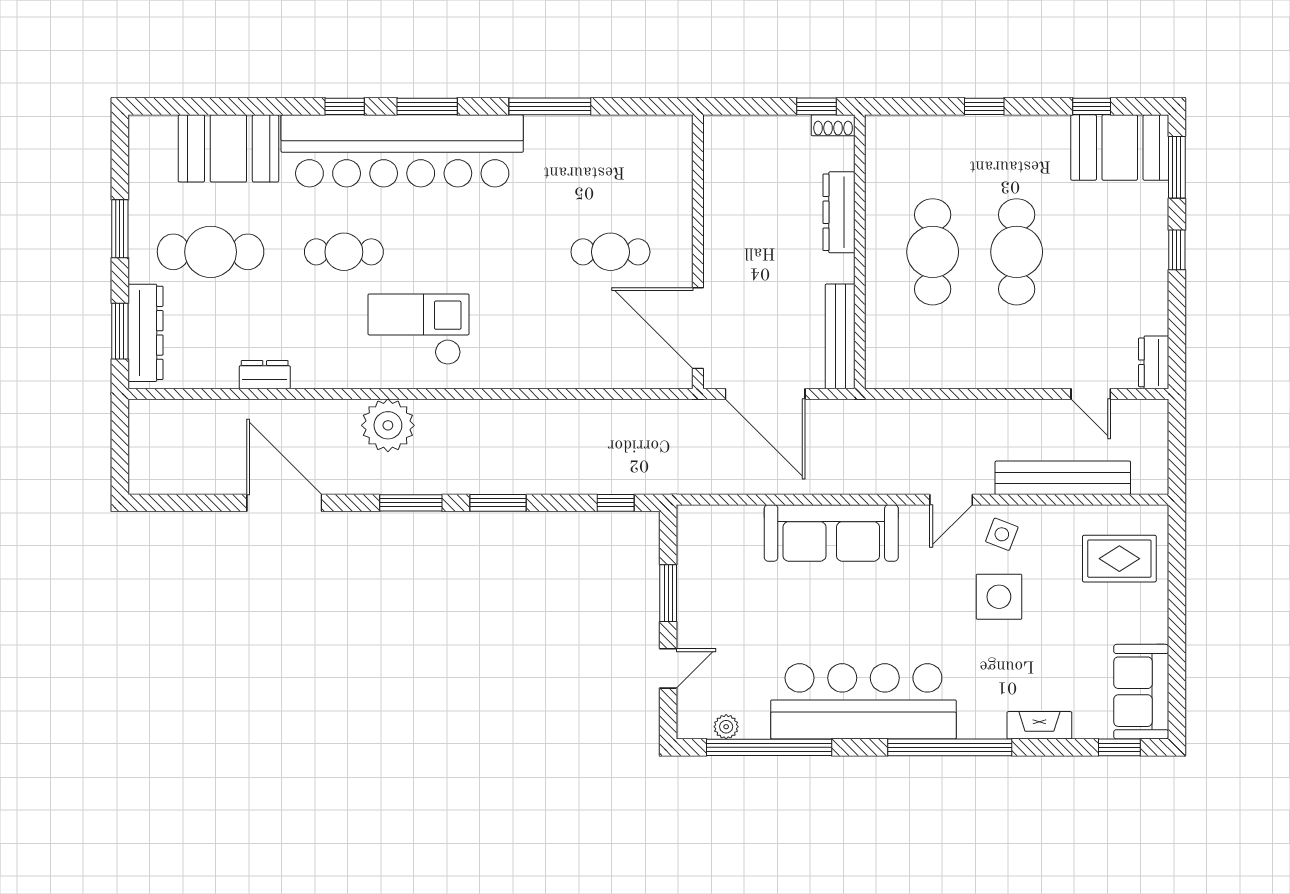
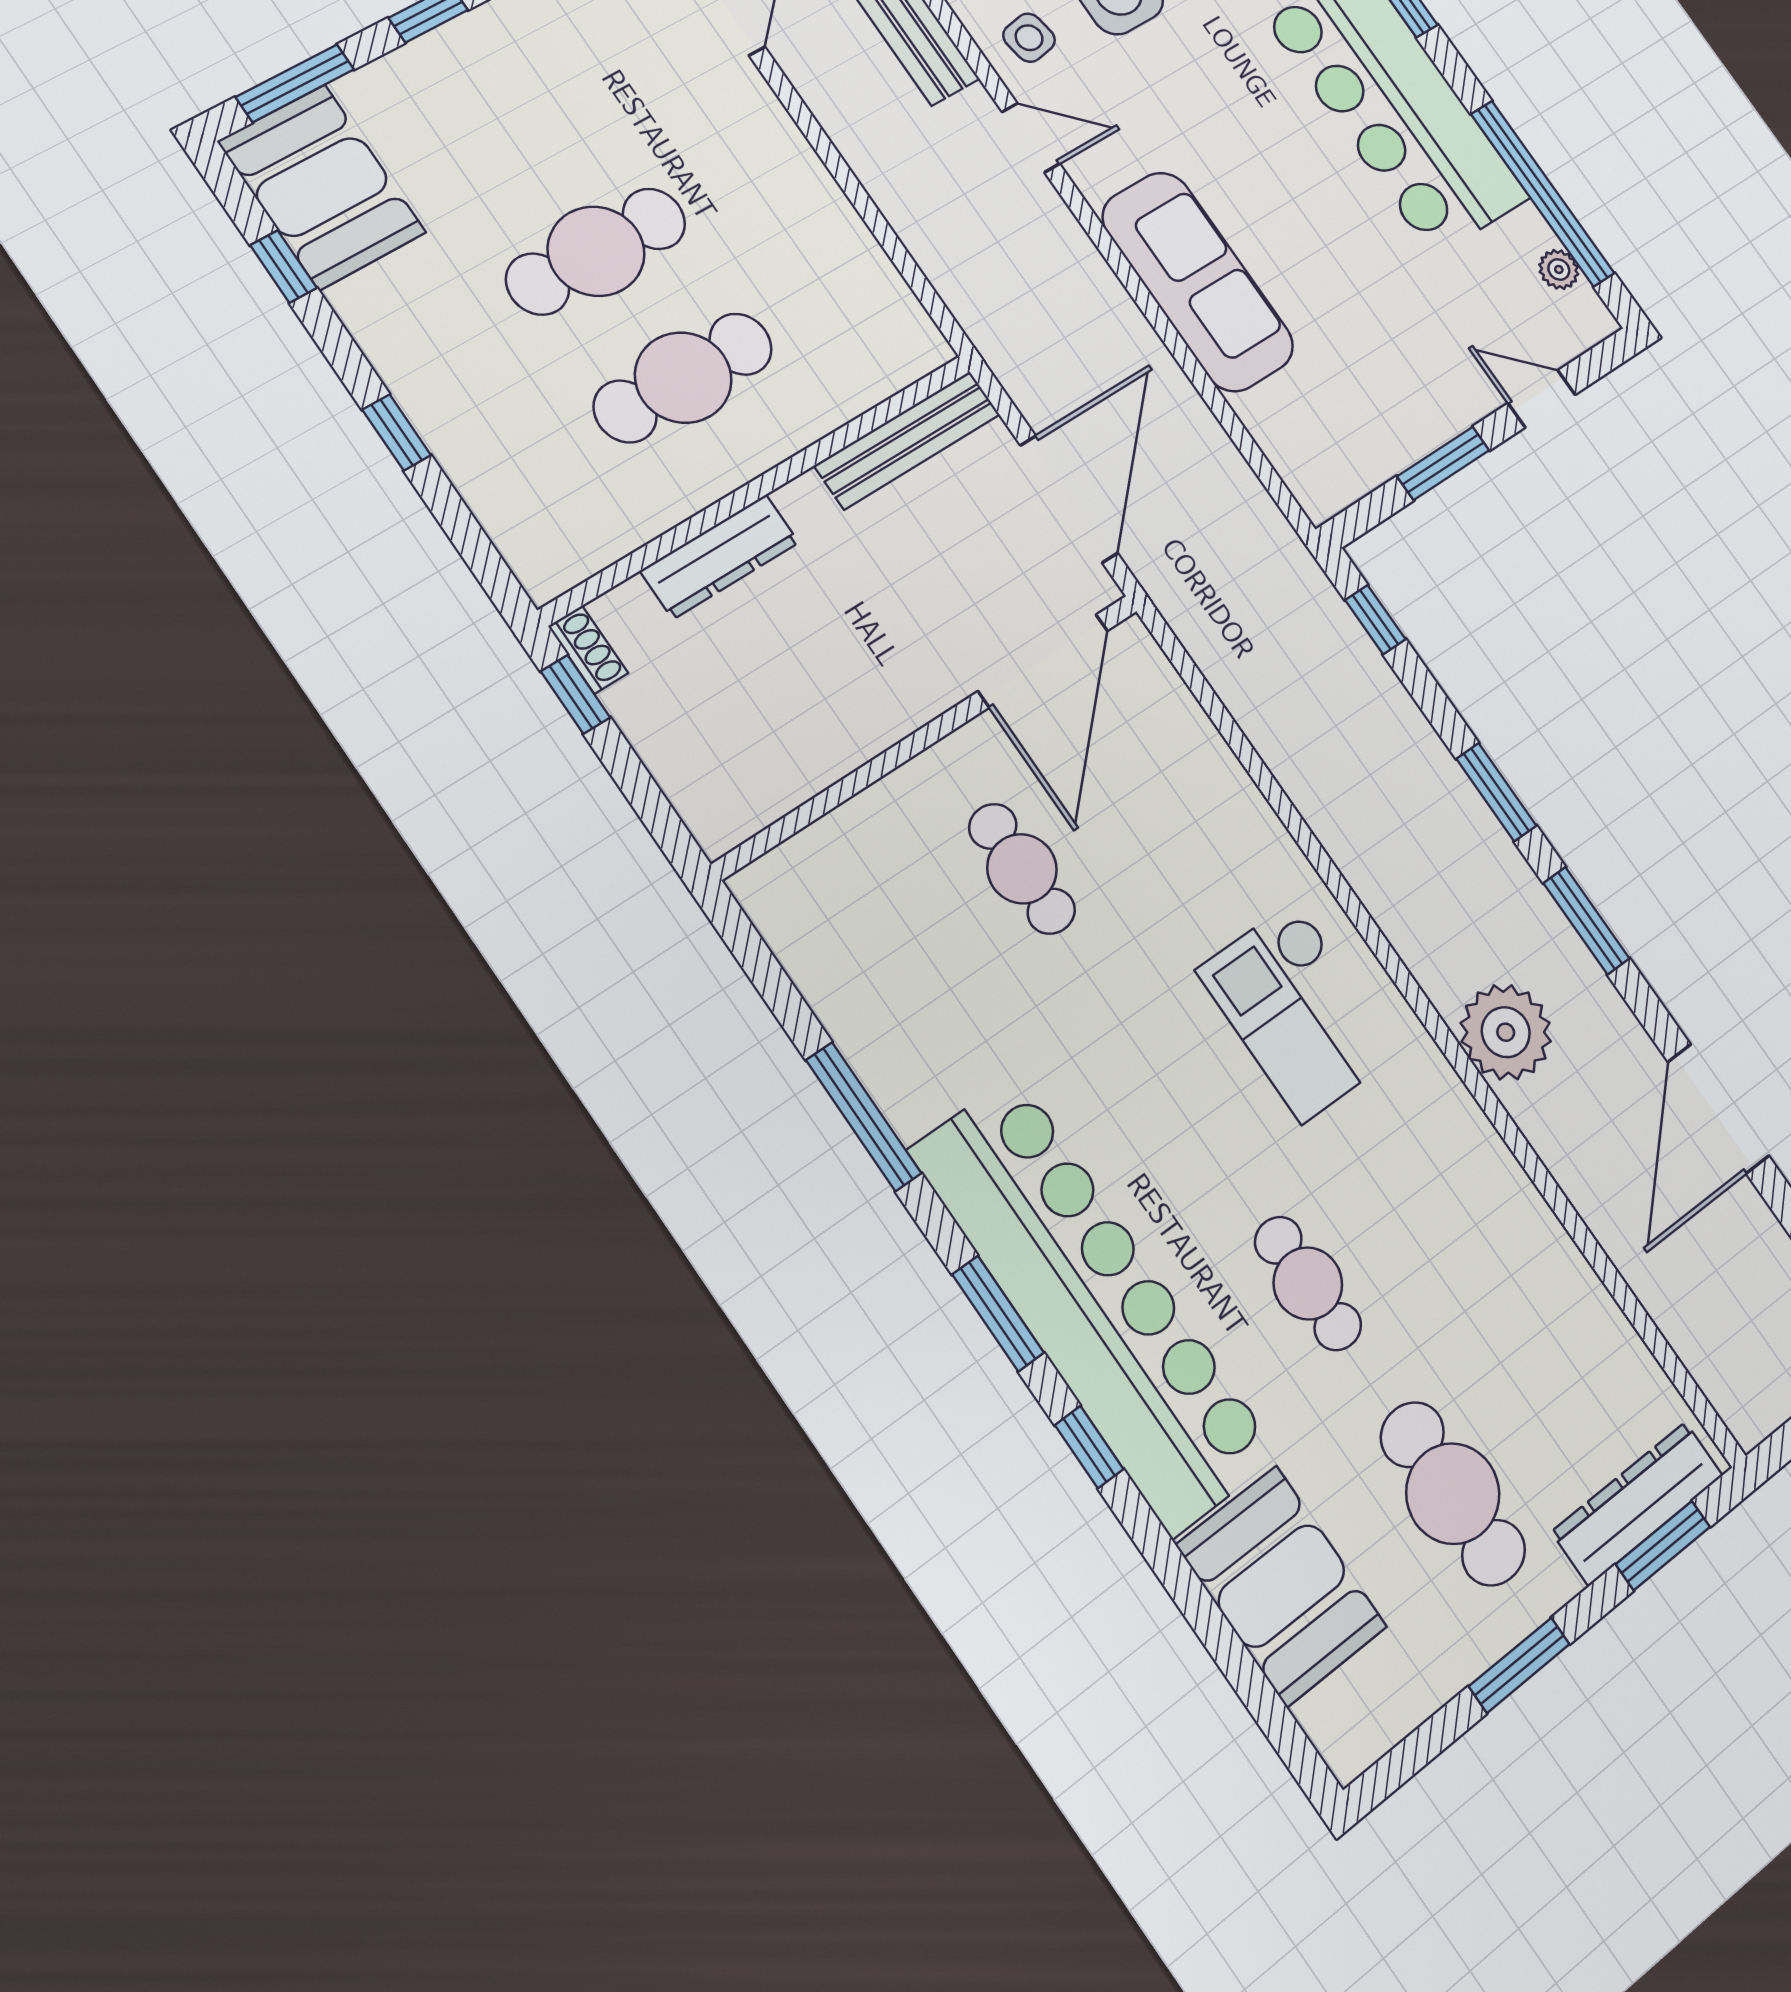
checkout: (419, 329) -> (1299, 1011), moved
dresser: (265, 375) -> (1567, 1273), removed
side table: (1002, 534) -> (1029, 38), turned -31

